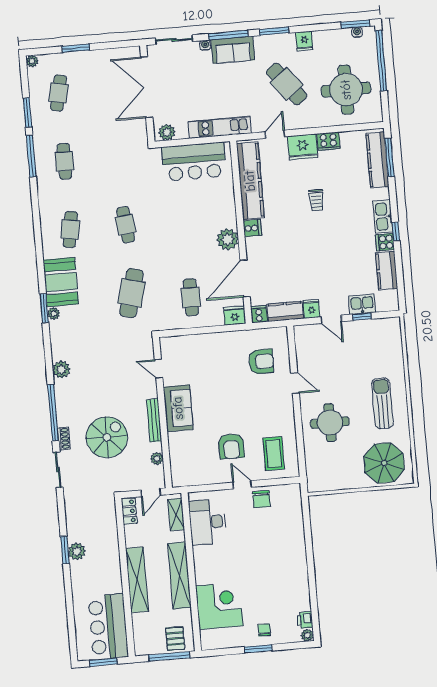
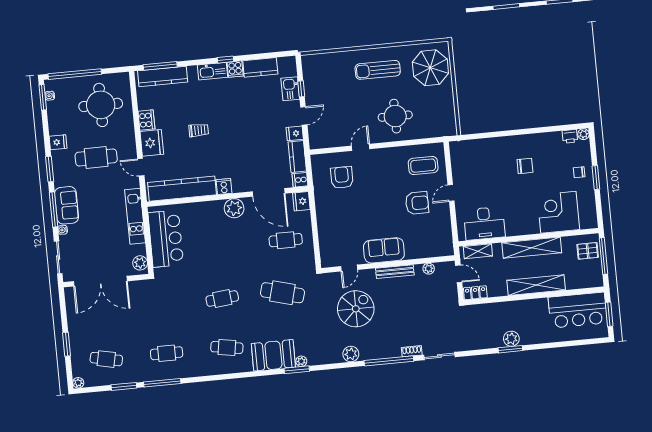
cafe table: (287, 84) -> (96, 157), turned 38
spiral stairs: (107, 437) -> (356, 309), moved, turned 90
chair: (261, 499) -> (525, 166), moved

